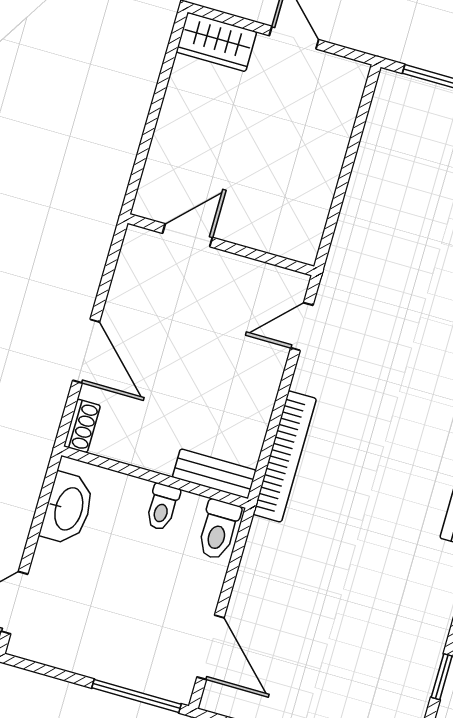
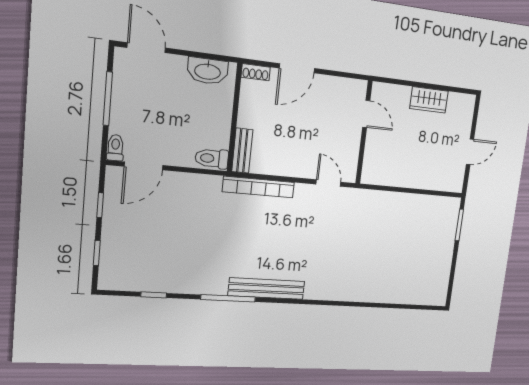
wardrobe: (216, 42) -> (429, 100), moved, turned -90
toilet: (162, 507) -> (115, 148), moved, turned 90
window: (136, 696) -> (108, 99), moved

